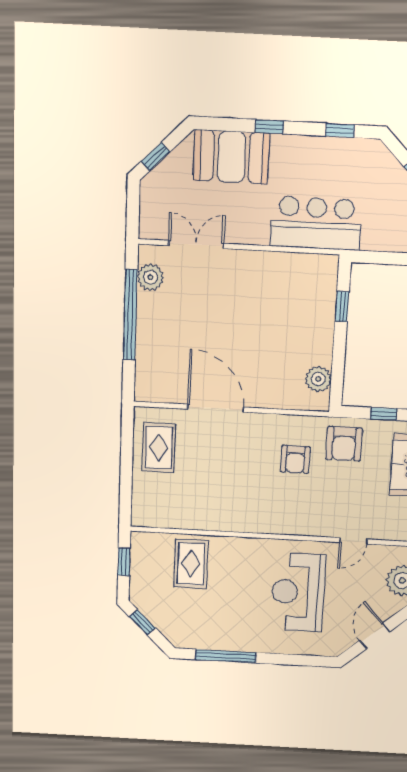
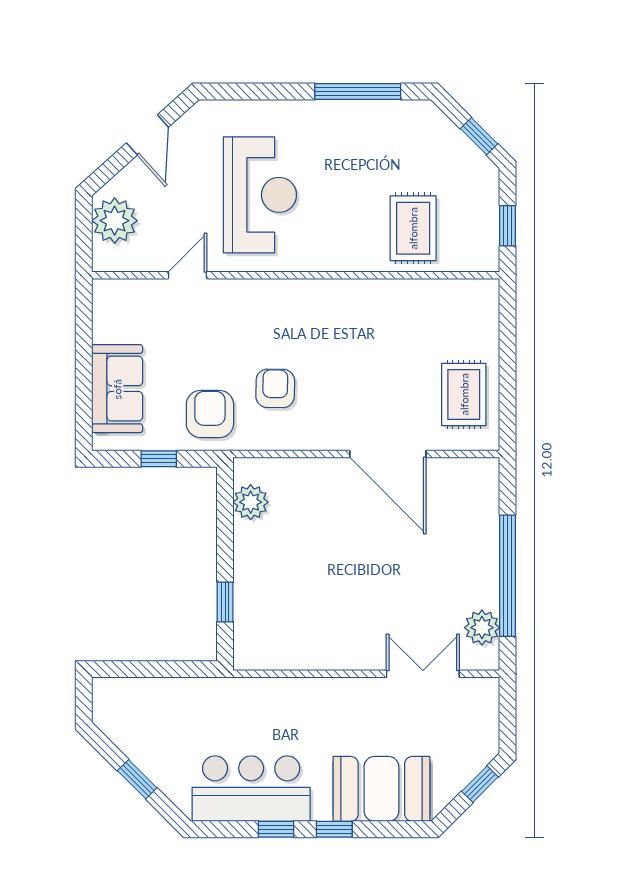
window: (340, 130) -> (276, 829), moved
bar counter: (316, 223) -> (251, 789), moved, turned 180
double door: (196, 244) -> (423, 674), swing flipped

